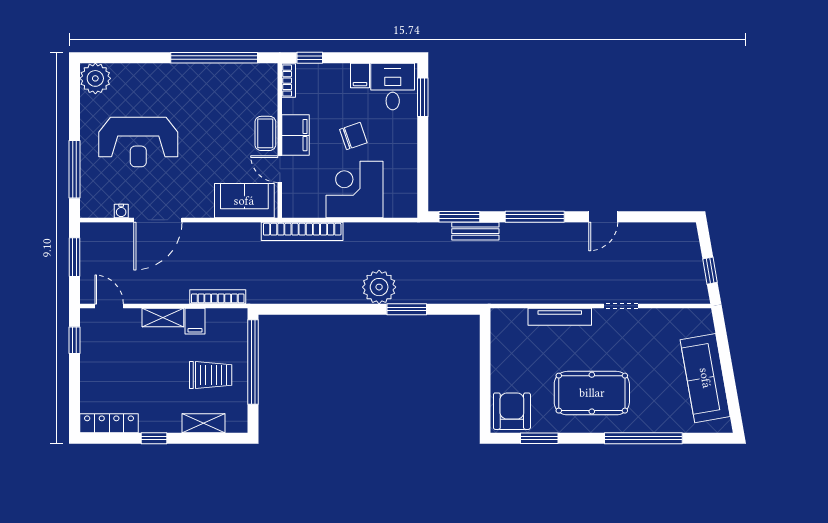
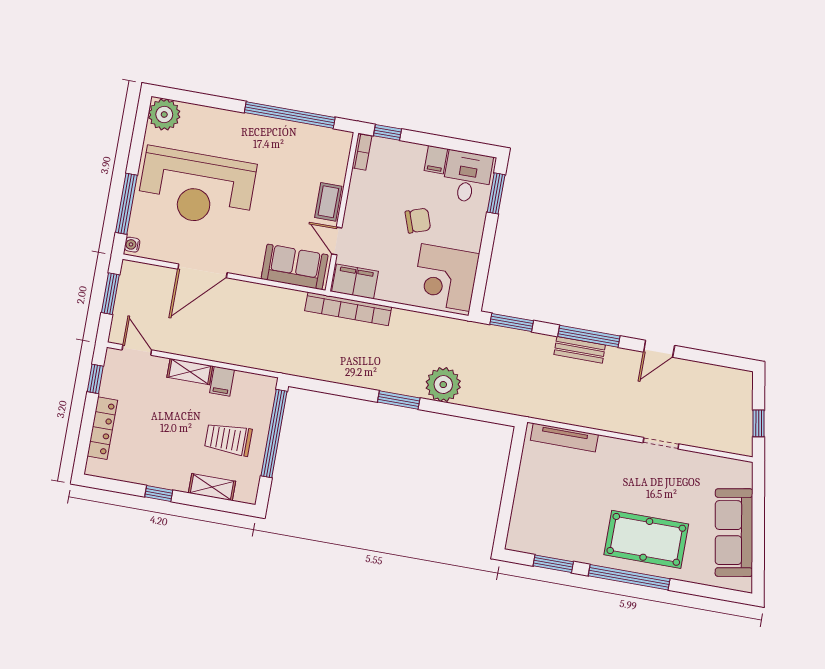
filing cabinet: (296, 135) -> (355, 281), moved, turned -90
reception desk: (138, 142) -> (197, 187), width x1.36, depth x1.30
corner desk: (355, 189) -> (446, 277), moved, turned -90
water cooler: (121, 211) -> (132, 245), moved, turned 90
bench: (475, 231) -> (580, 350), moved
plant: (379, 287) -> (443, 385), moved
bookcase: (218, 297) -> (250, 360), removed
window: (407, 309) -> (399, 400), moved
tv unit: (560, 317) -> (564, 437), moved
trolley: (211, 375) -> (228, 439), turned 180
pool table: (592, 393) -> (646, 539), moved
armchair: (512, 411) -> (530, 531), removed
locker: (109, 423) -> (102, 428), moved, turned 90
window: (643, 438) -> (629, 577), moved

